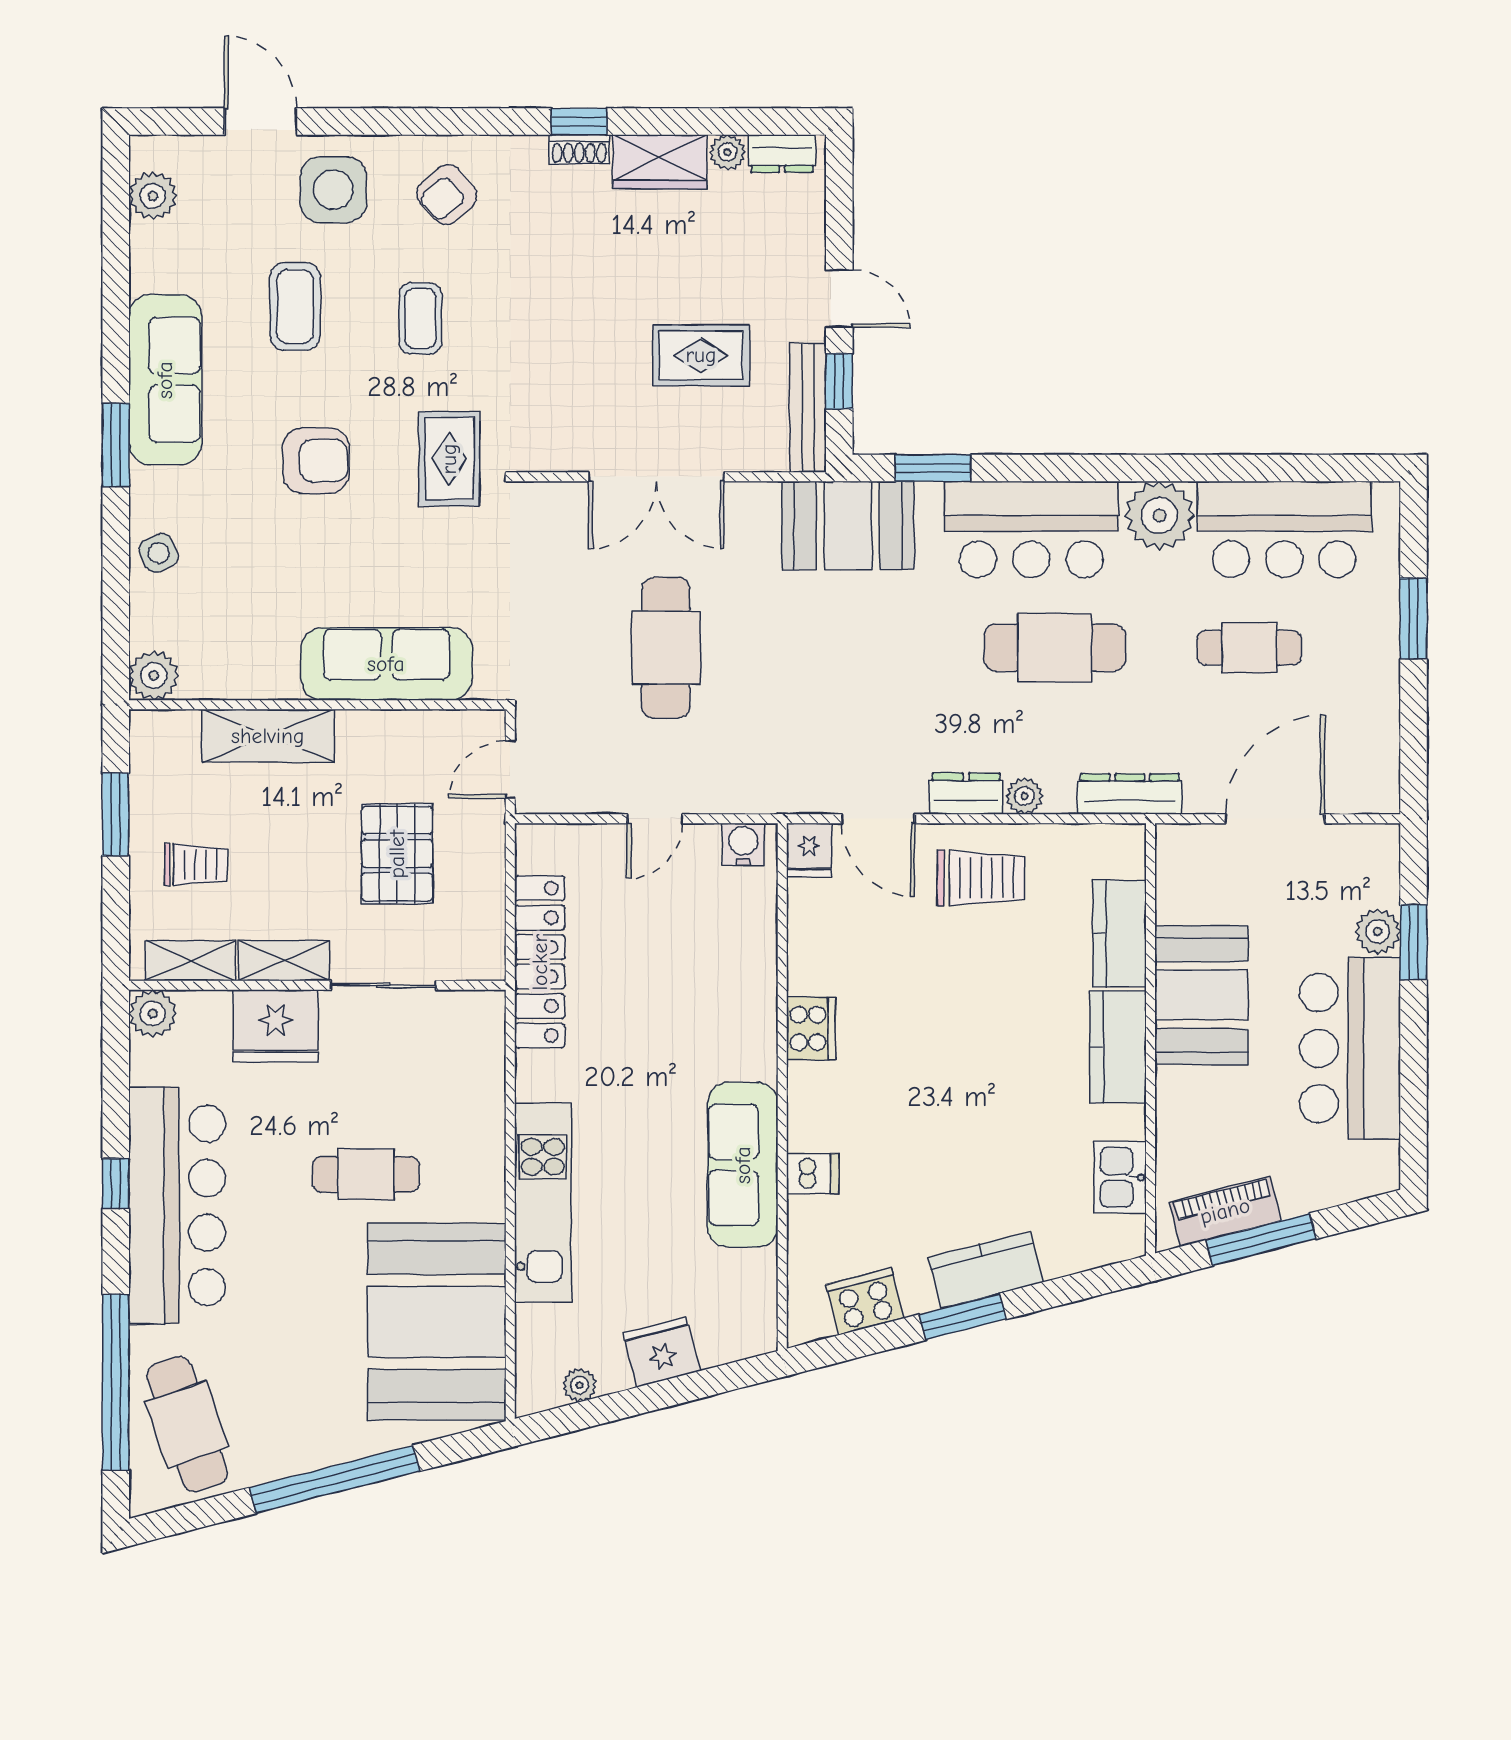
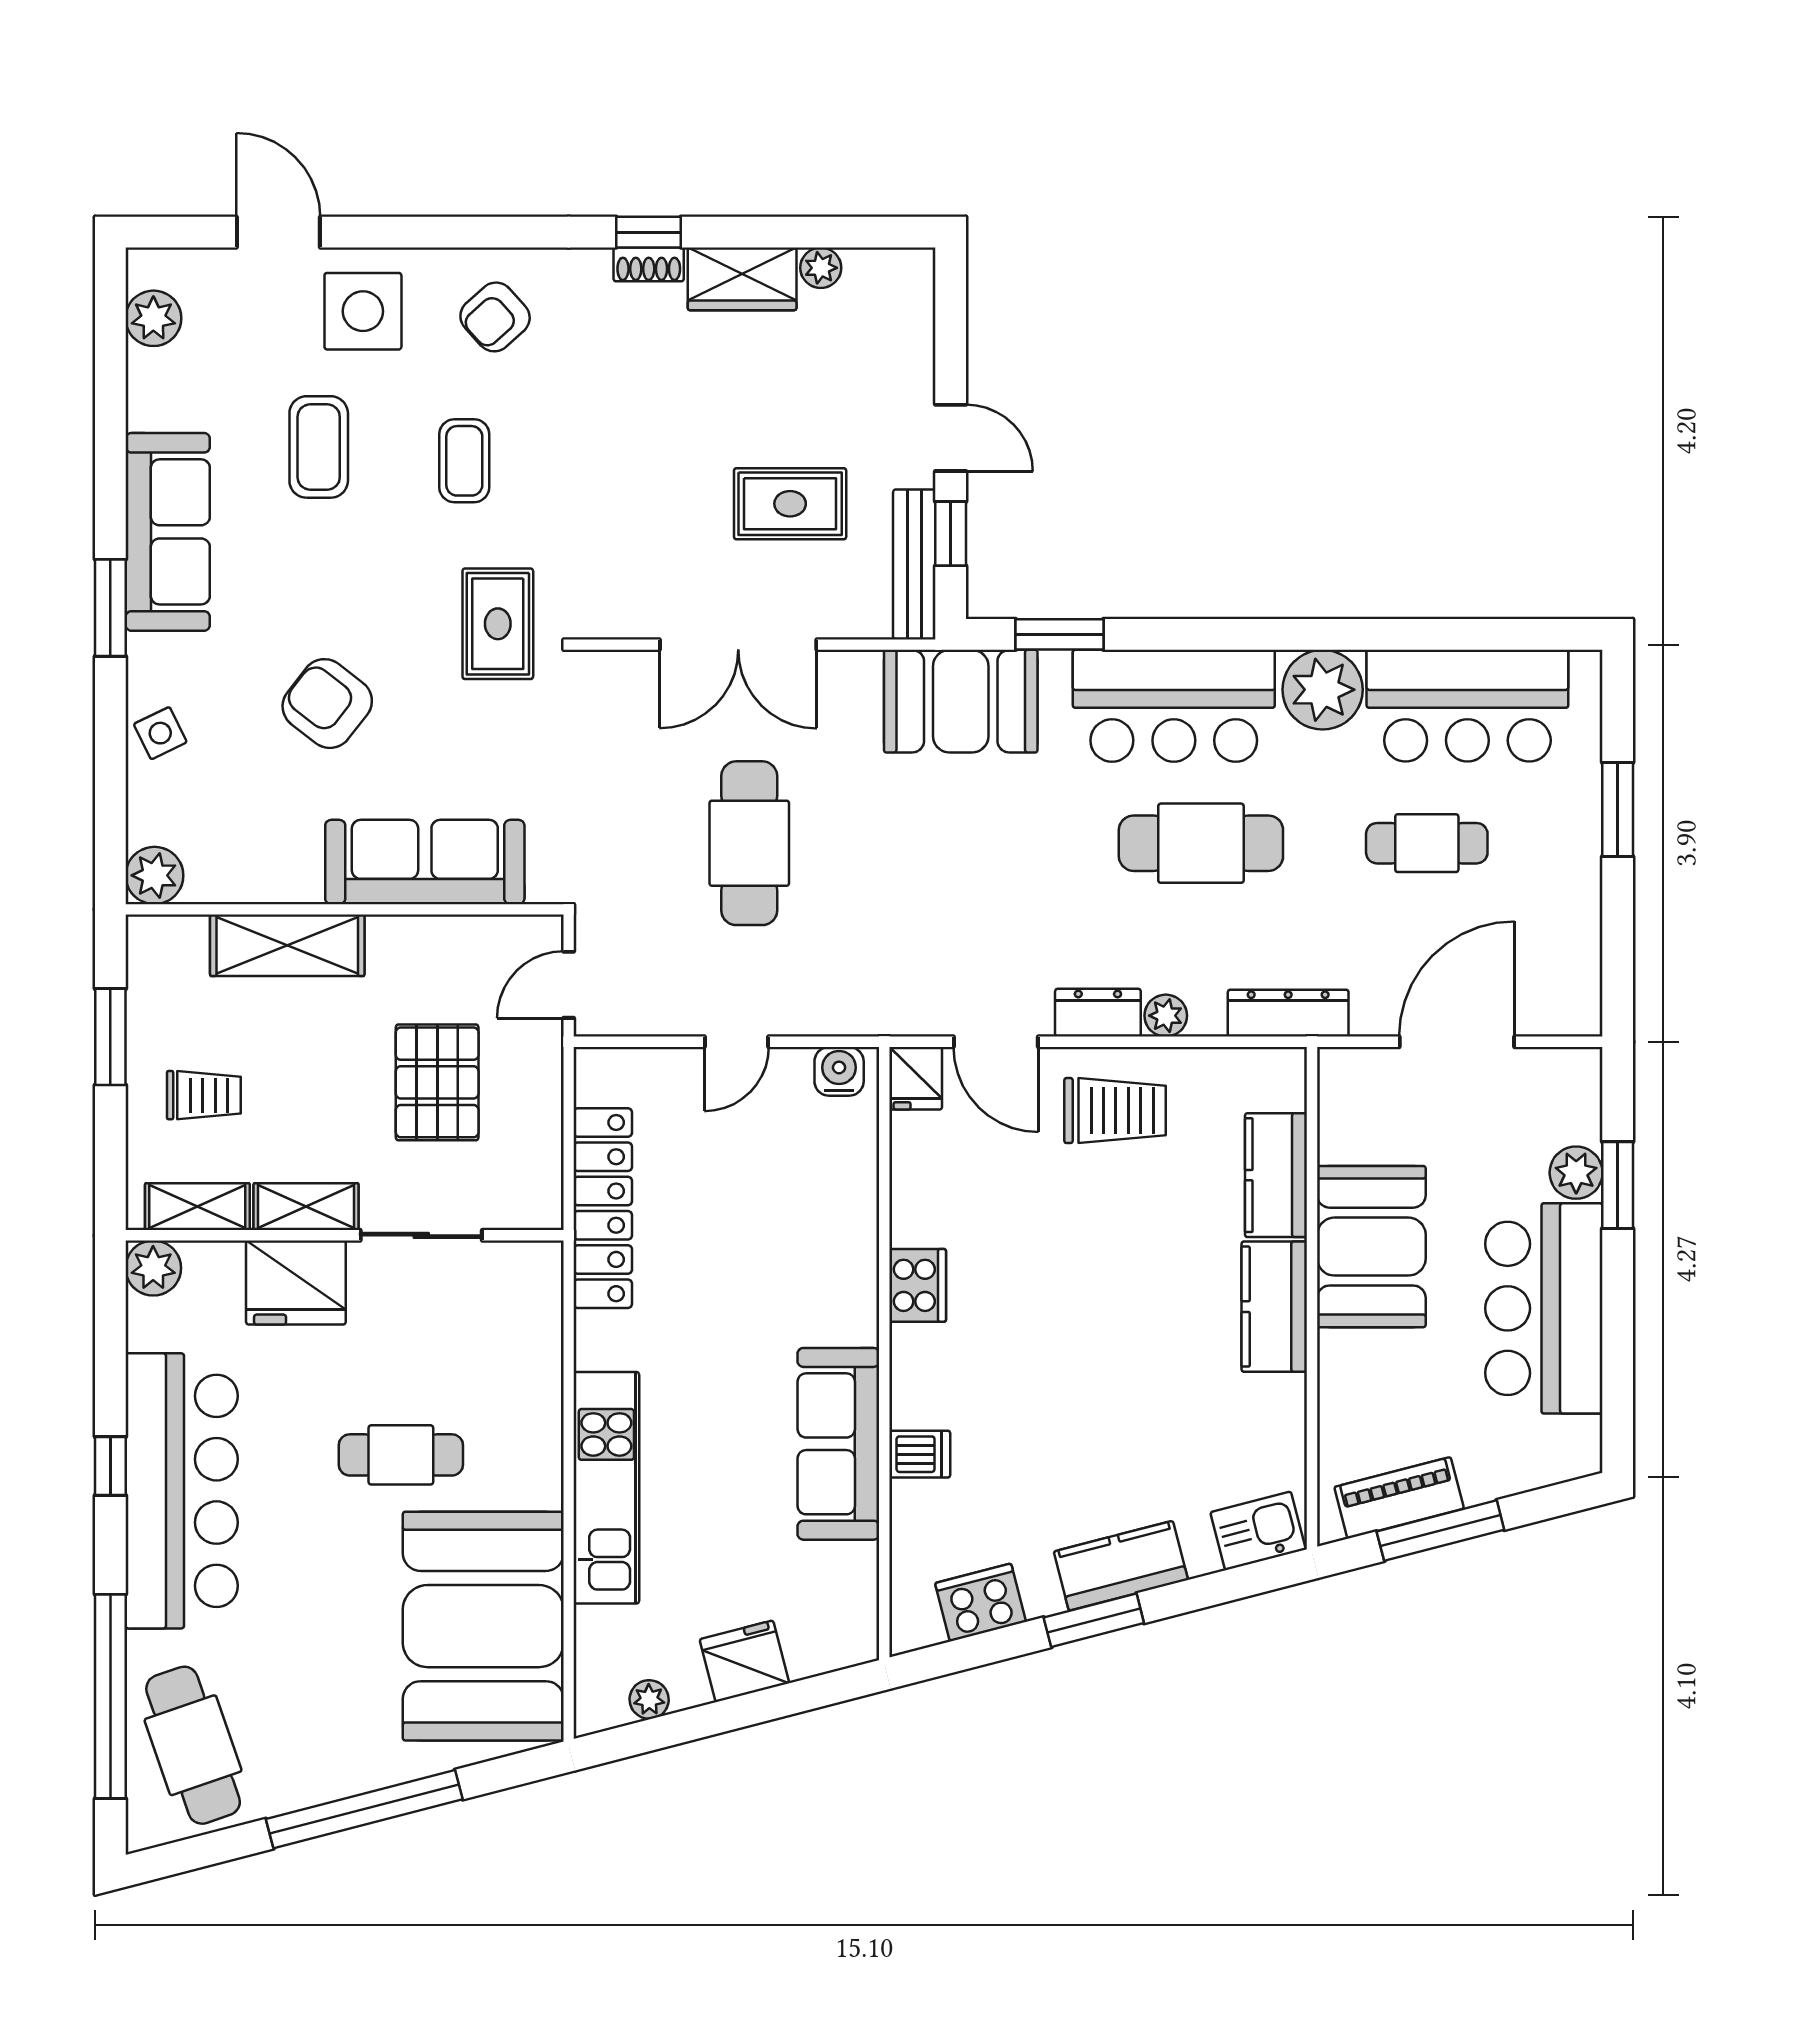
dresser: (782, 154) -> (884, 269), removed
armchair: (316, 461) -> (327, 704), moved, turned -142
kitchen sink: (1120, 1177) -> (1258, 1531), moved, turned 75

